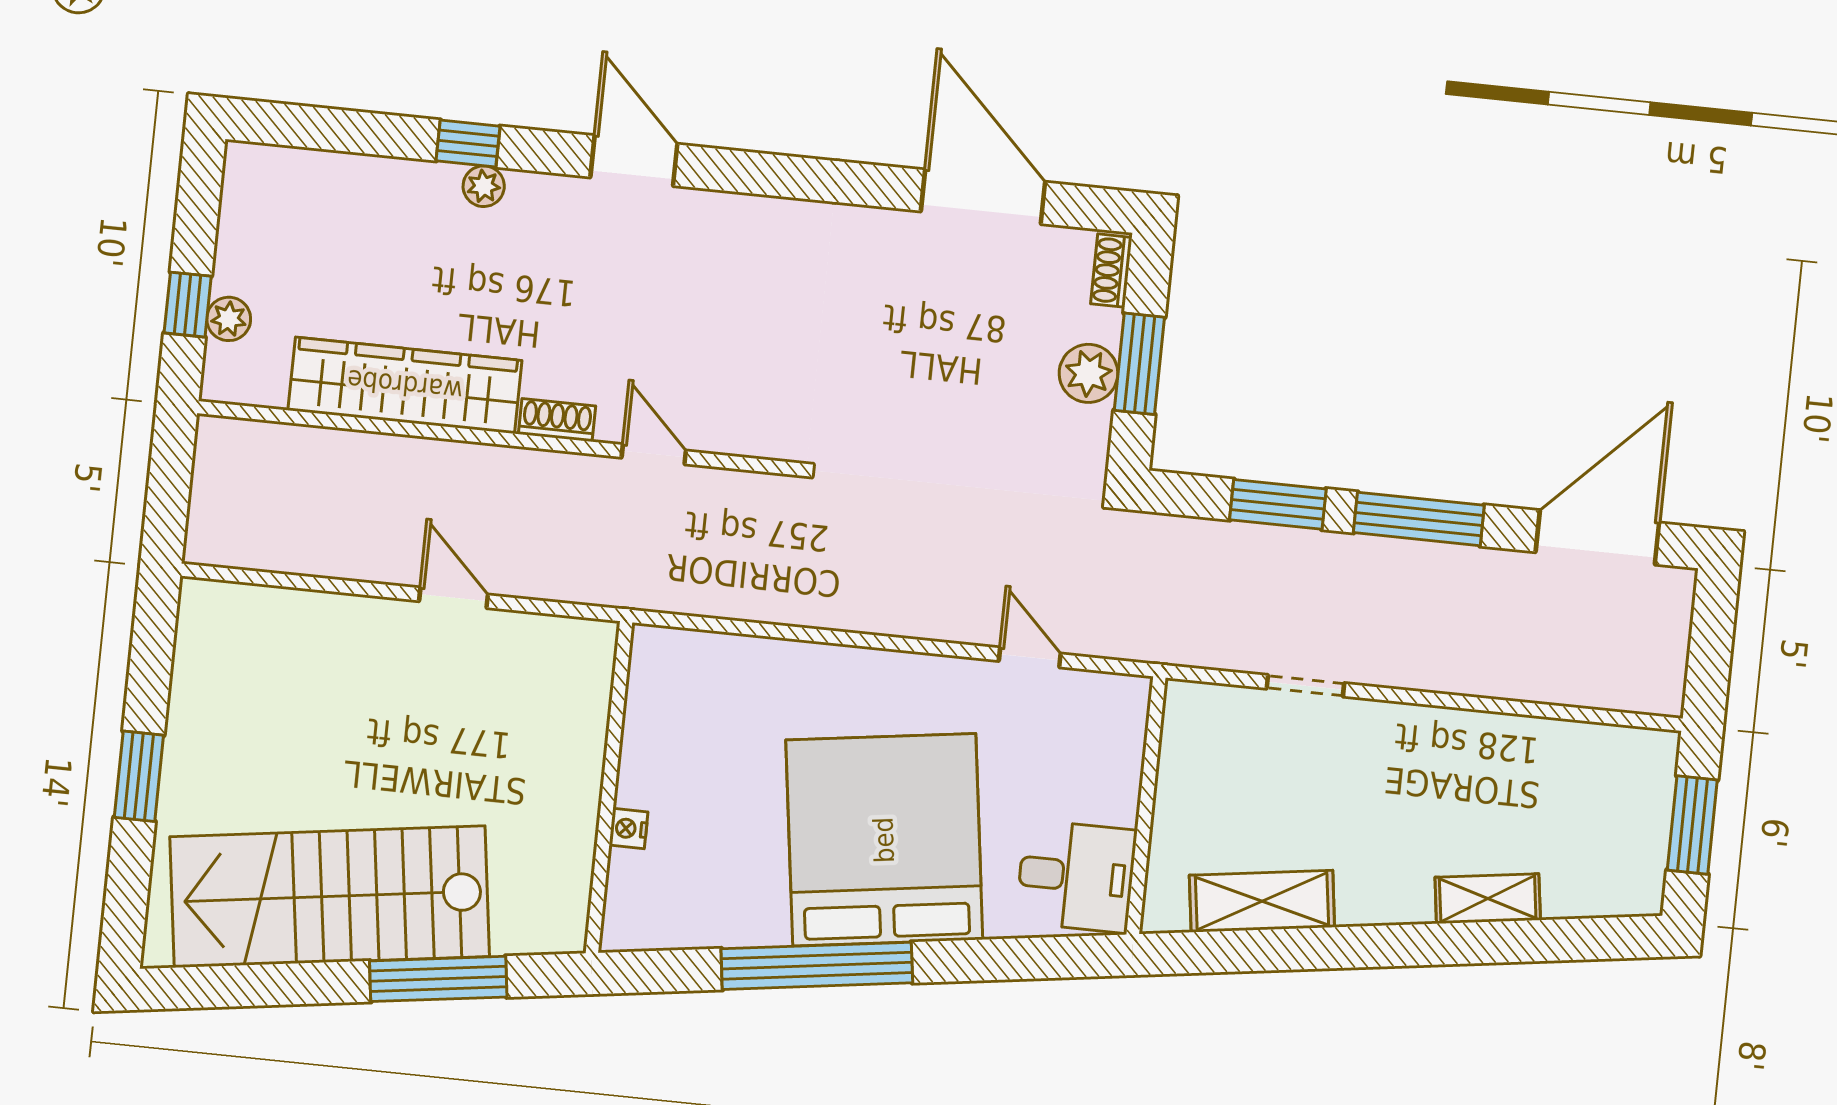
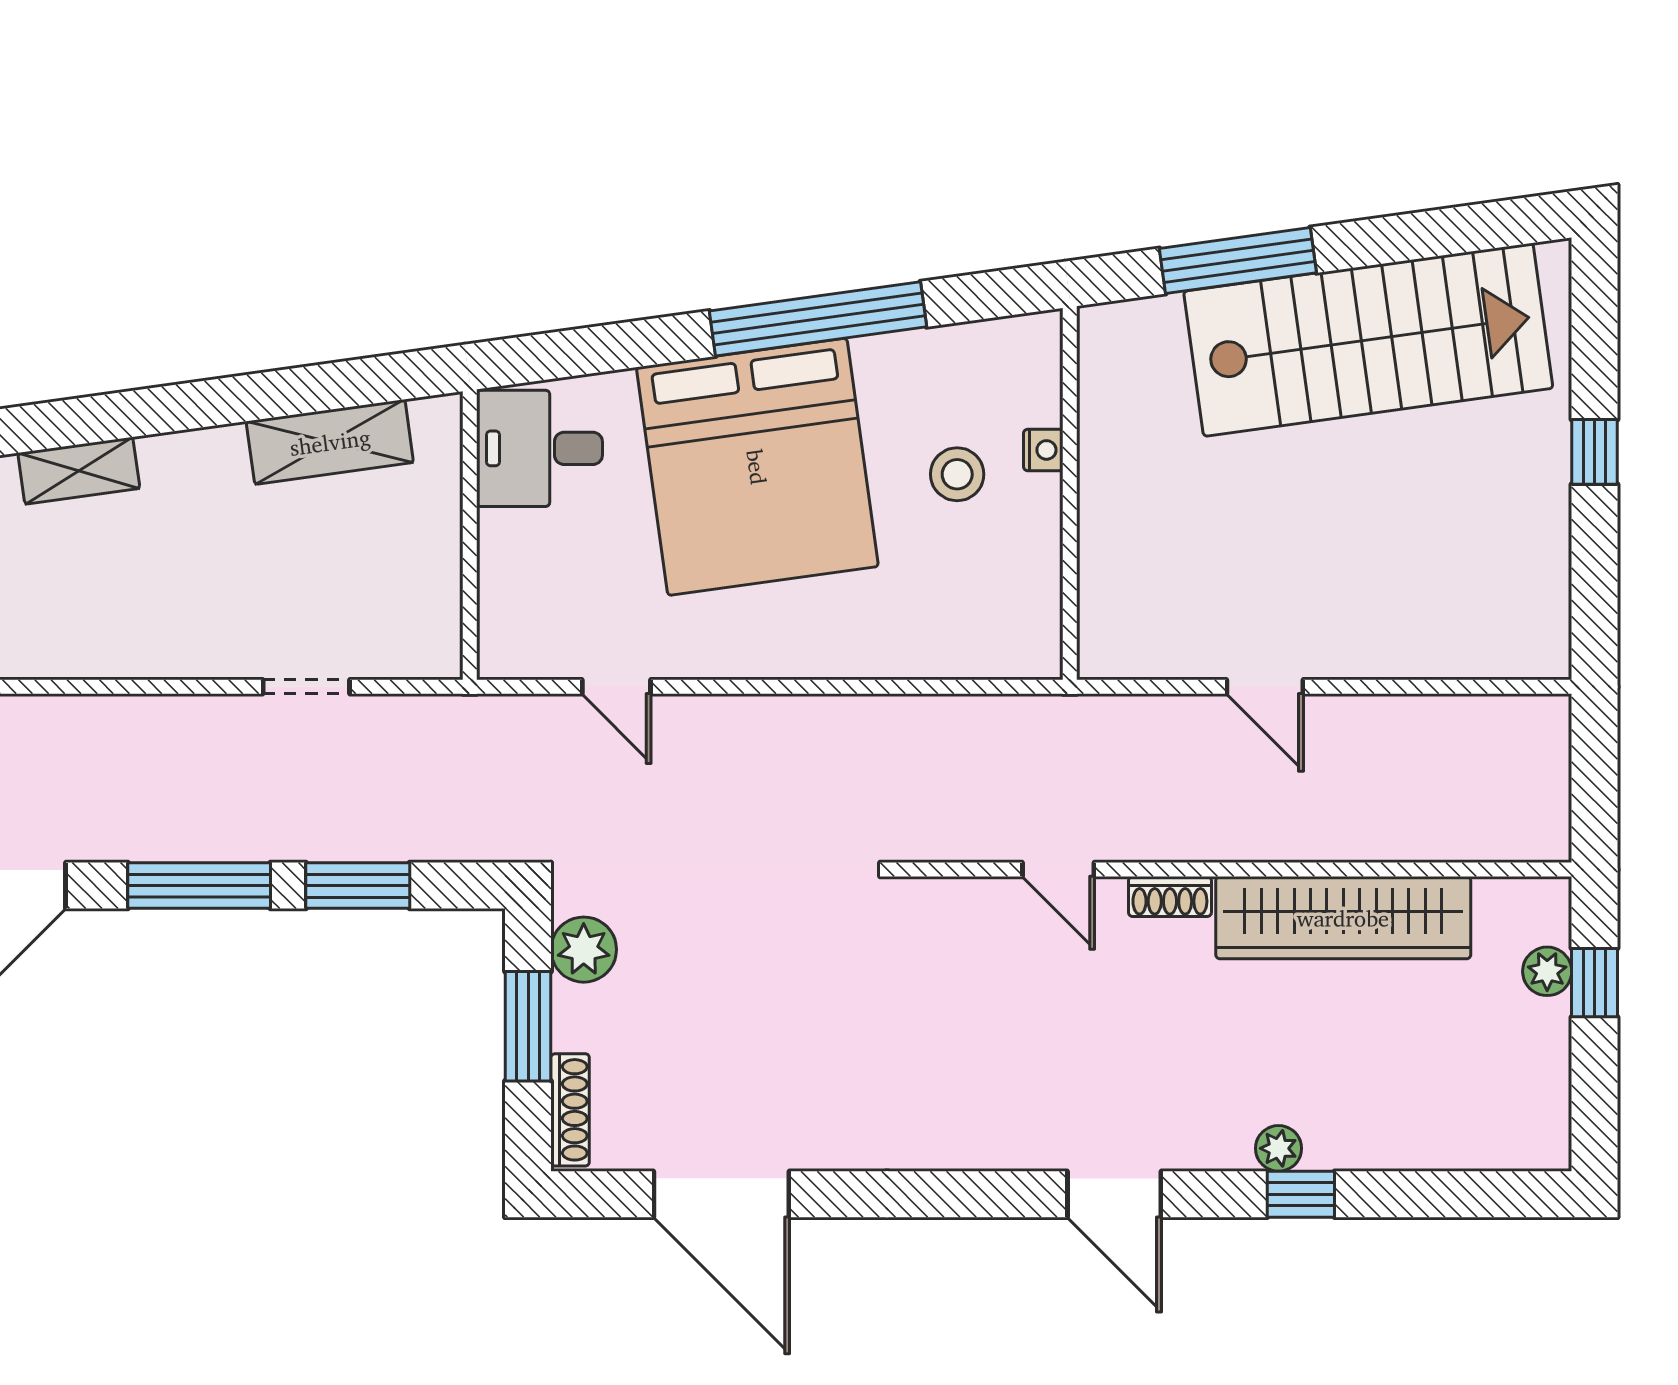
shoe rack: (1111, 271) -> (570, 1110), width x1.43
plant: (1088, 373) -> (584, 950), moved
window: (139, 776) -> (1594, 452), width x0.67
stool: (707, 815) -> (957, 474), added

